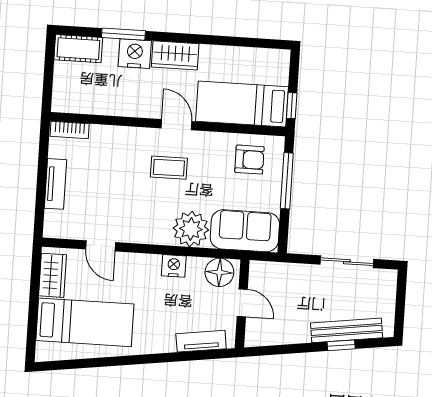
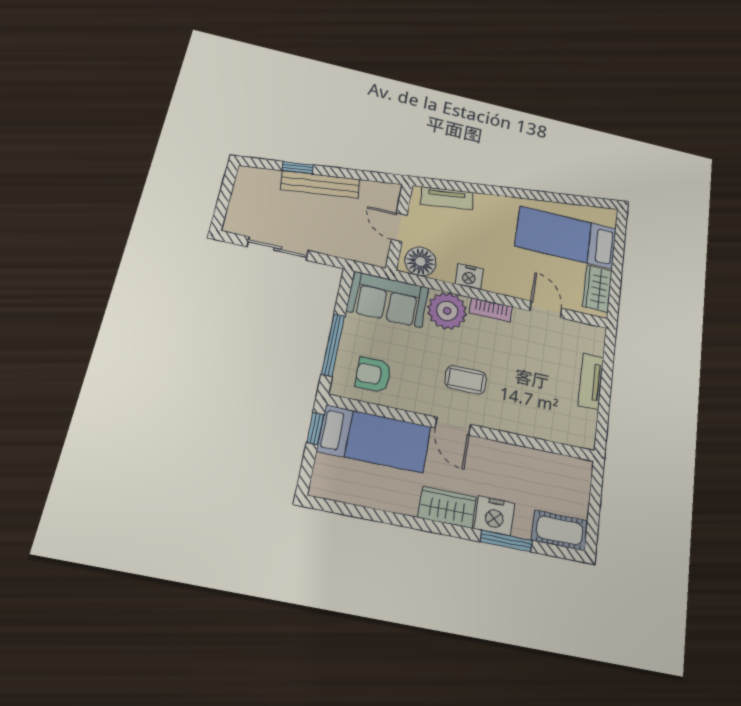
bookcase: (70, 130) -> (491, 310), moved, turned 180
bench: (347, 330) -> (320, 184), moved

